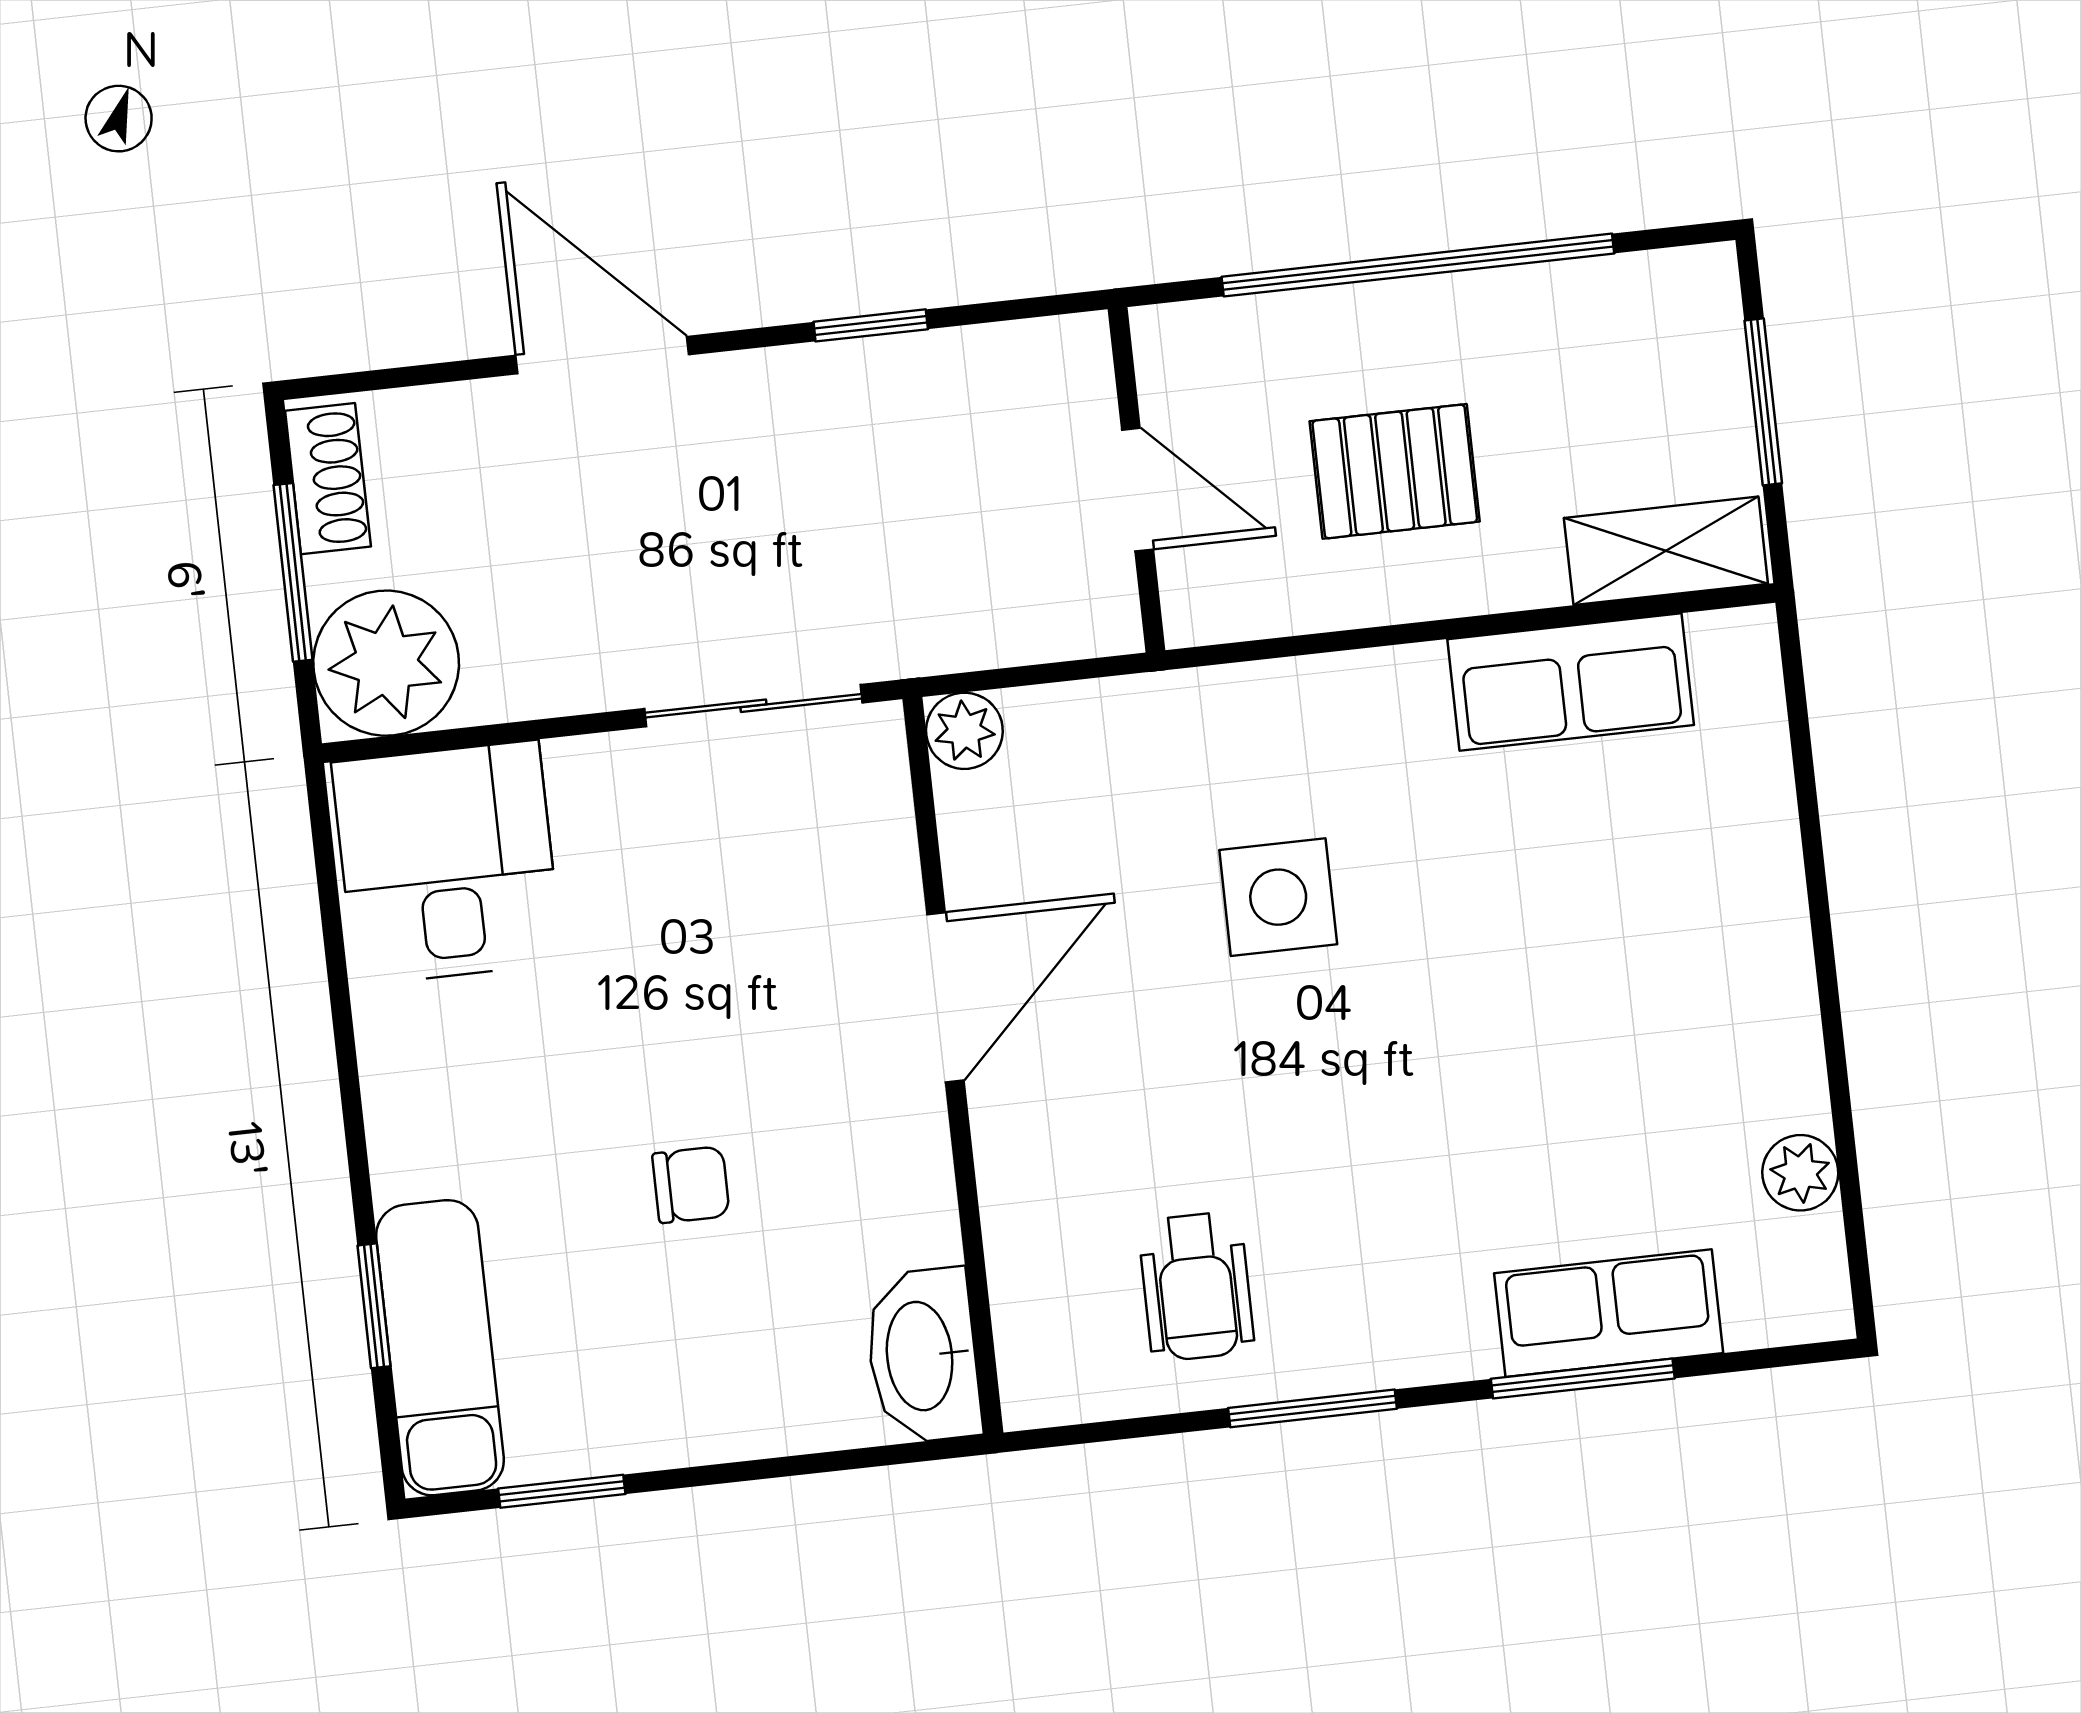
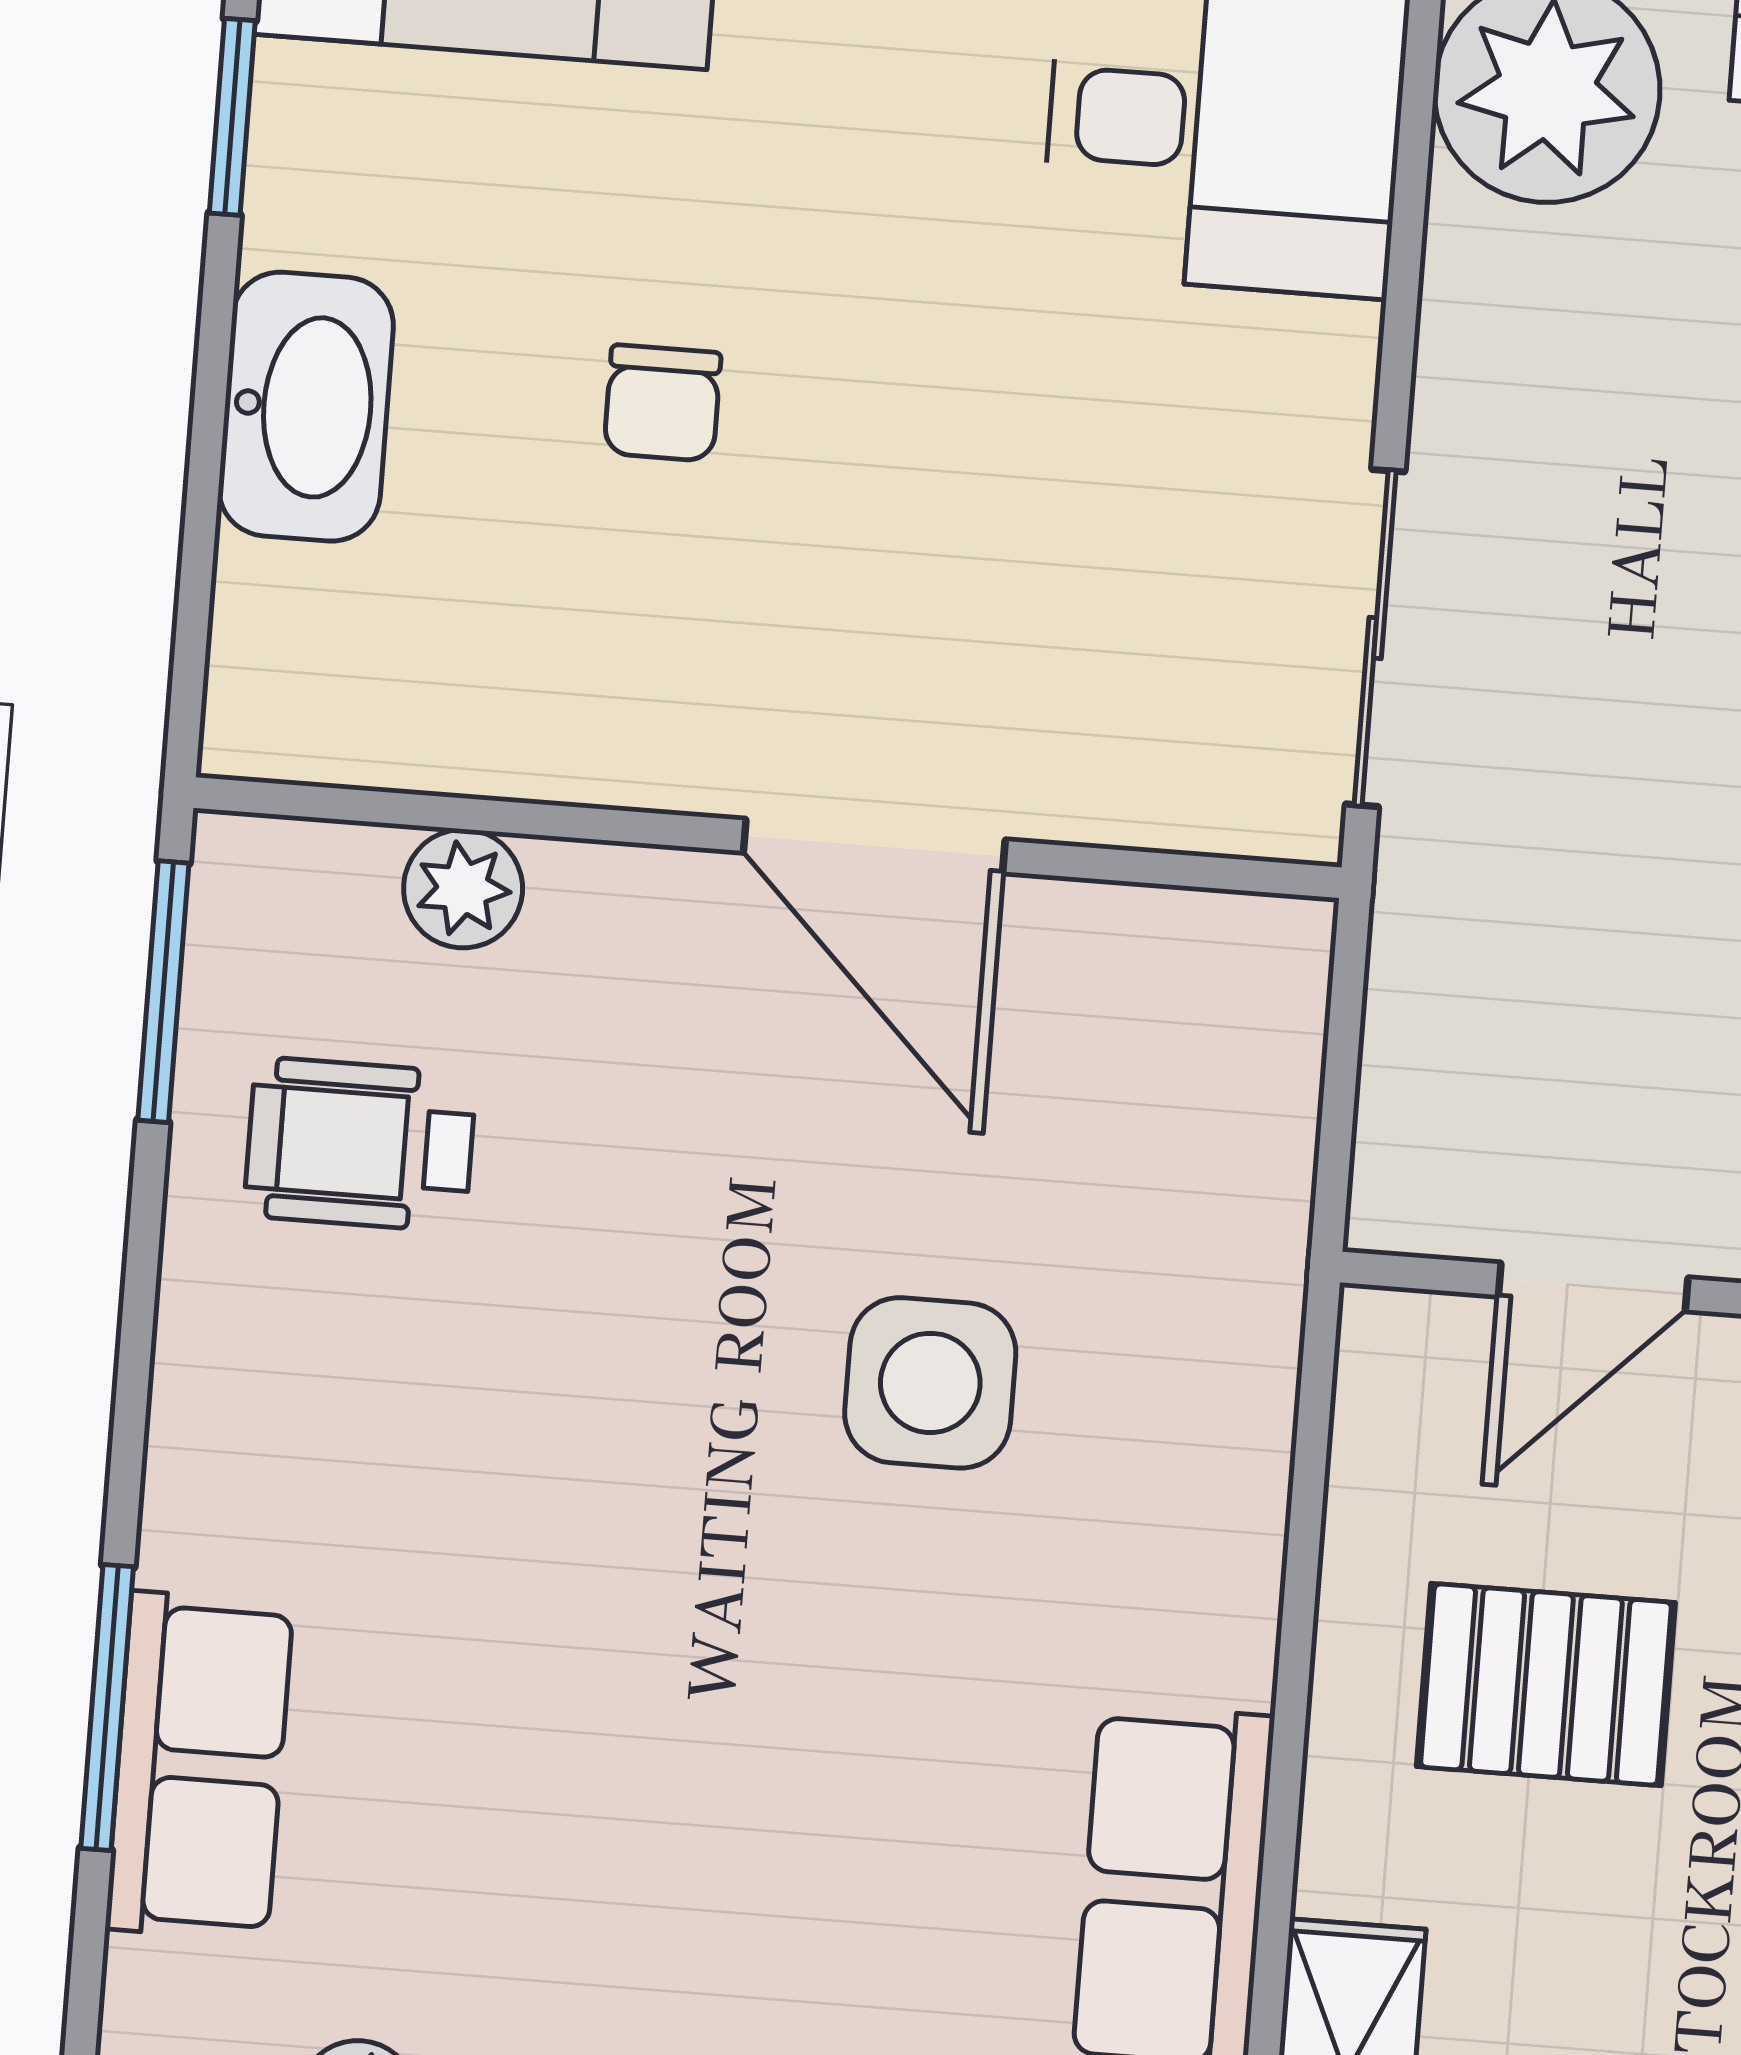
pallet: (1395, 471) -> (1546, 1685), turned 90
plant: (964, 731) -> (463, 889), moved
washbasin: (923, 1356) -> (306, 407), moved, turned 90
window: (1312, 1408) -> (163, 992), moved

